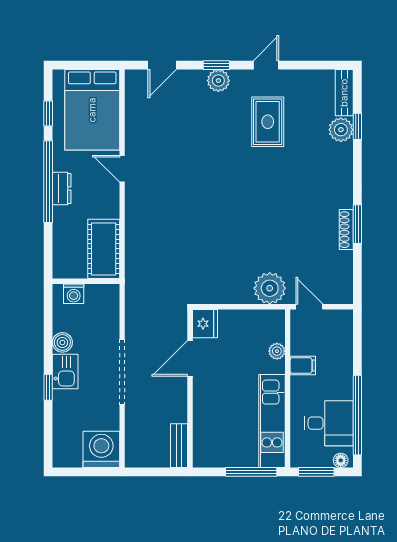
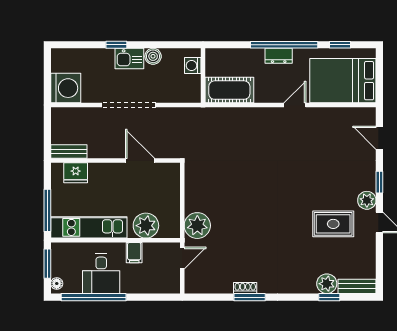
plant: (218, 81) -> (367, 200), moved
shoe rack: (346, 230) -> (245, 288), width x0.70
fridge: (205, 324) -> (76, 173), moved
plant: (277, 351) -> (146, 226), width x1.88, depth x1.88
desk: (329, 423) -> (101, 274), moved

